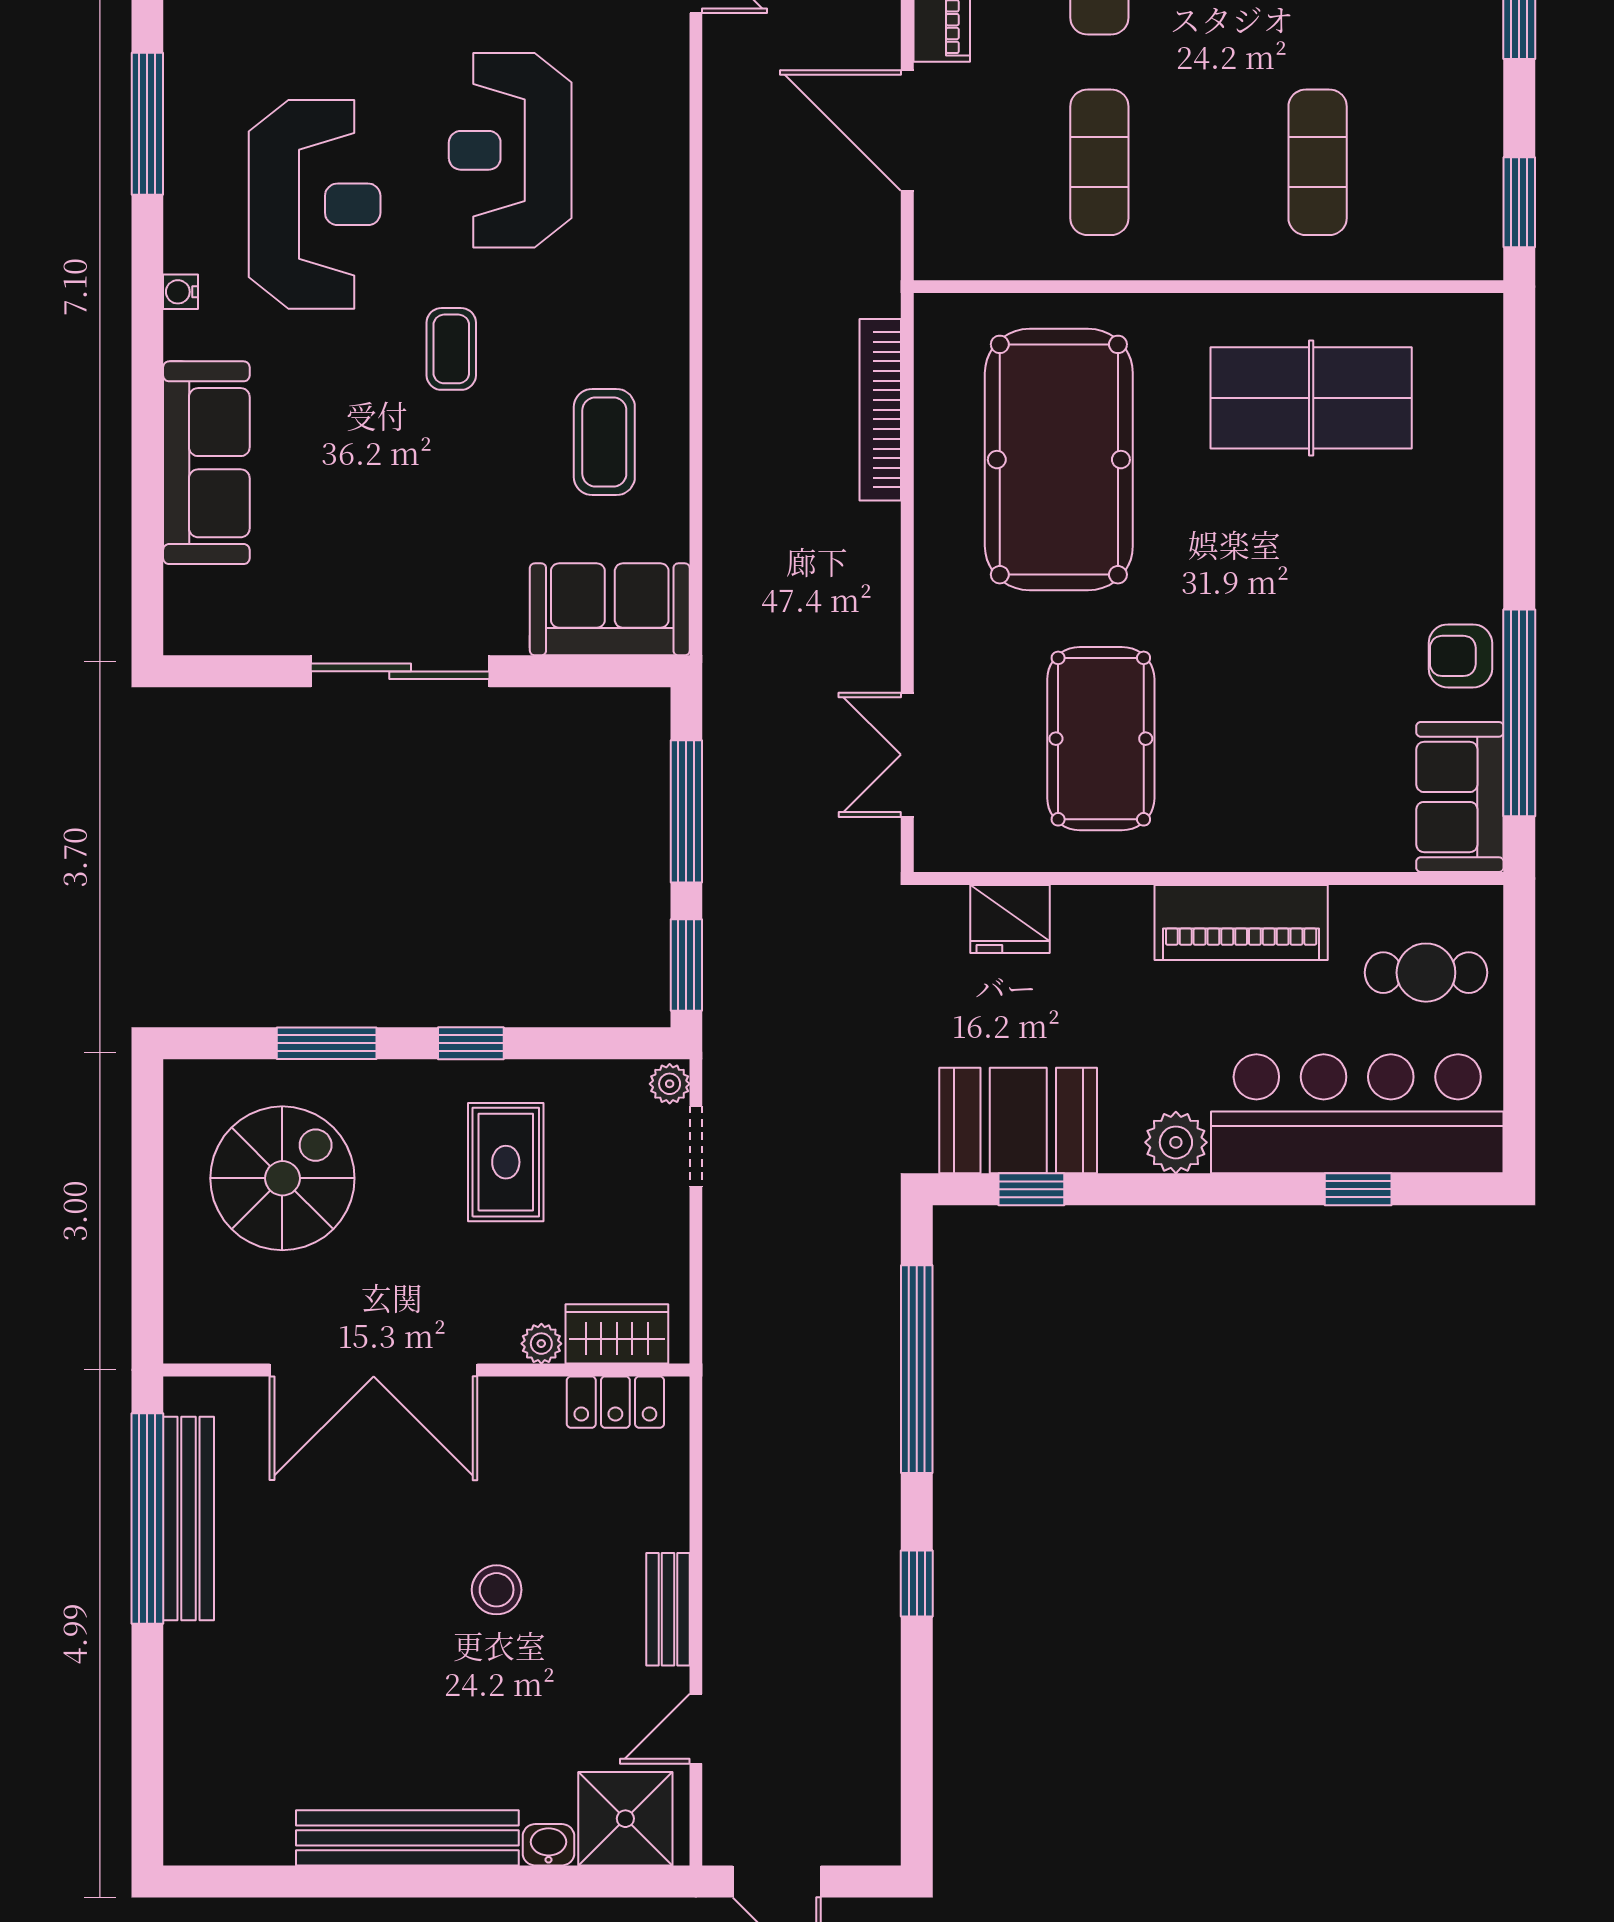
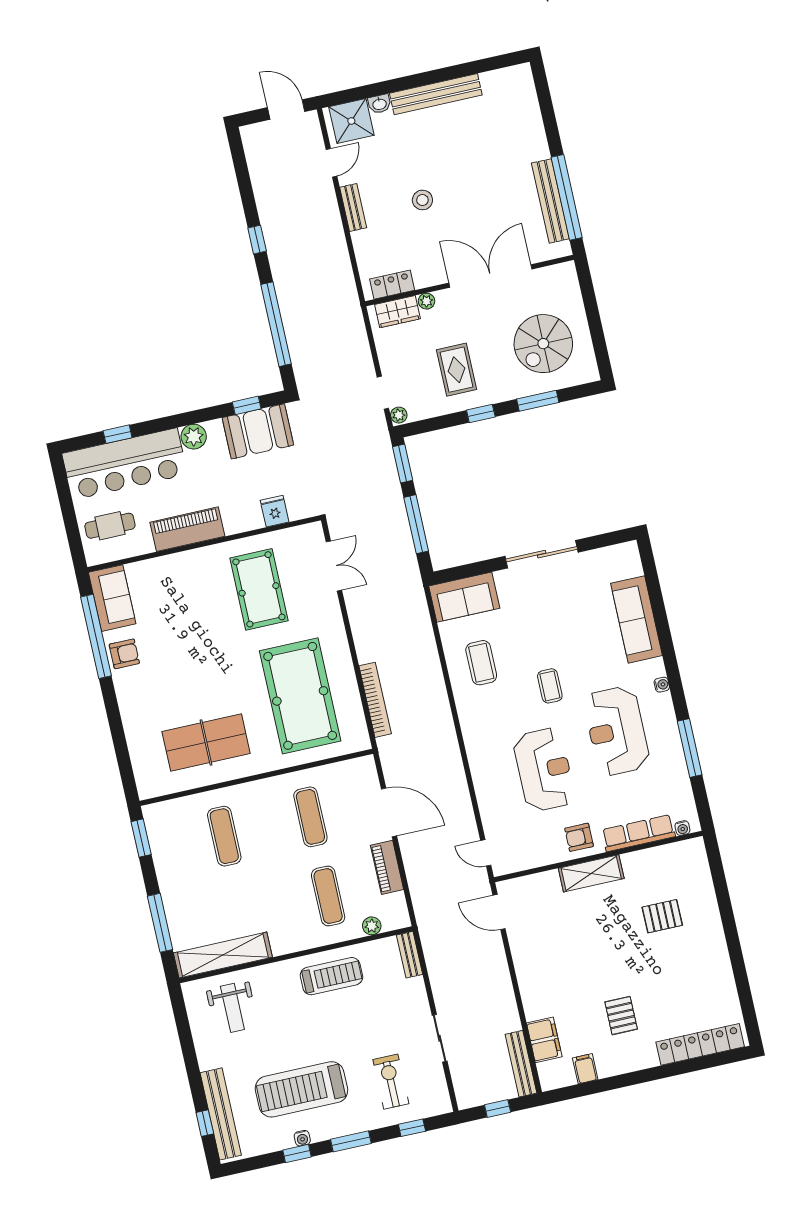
fridge: (1010, 919) -> (275, 511), width x0.72

